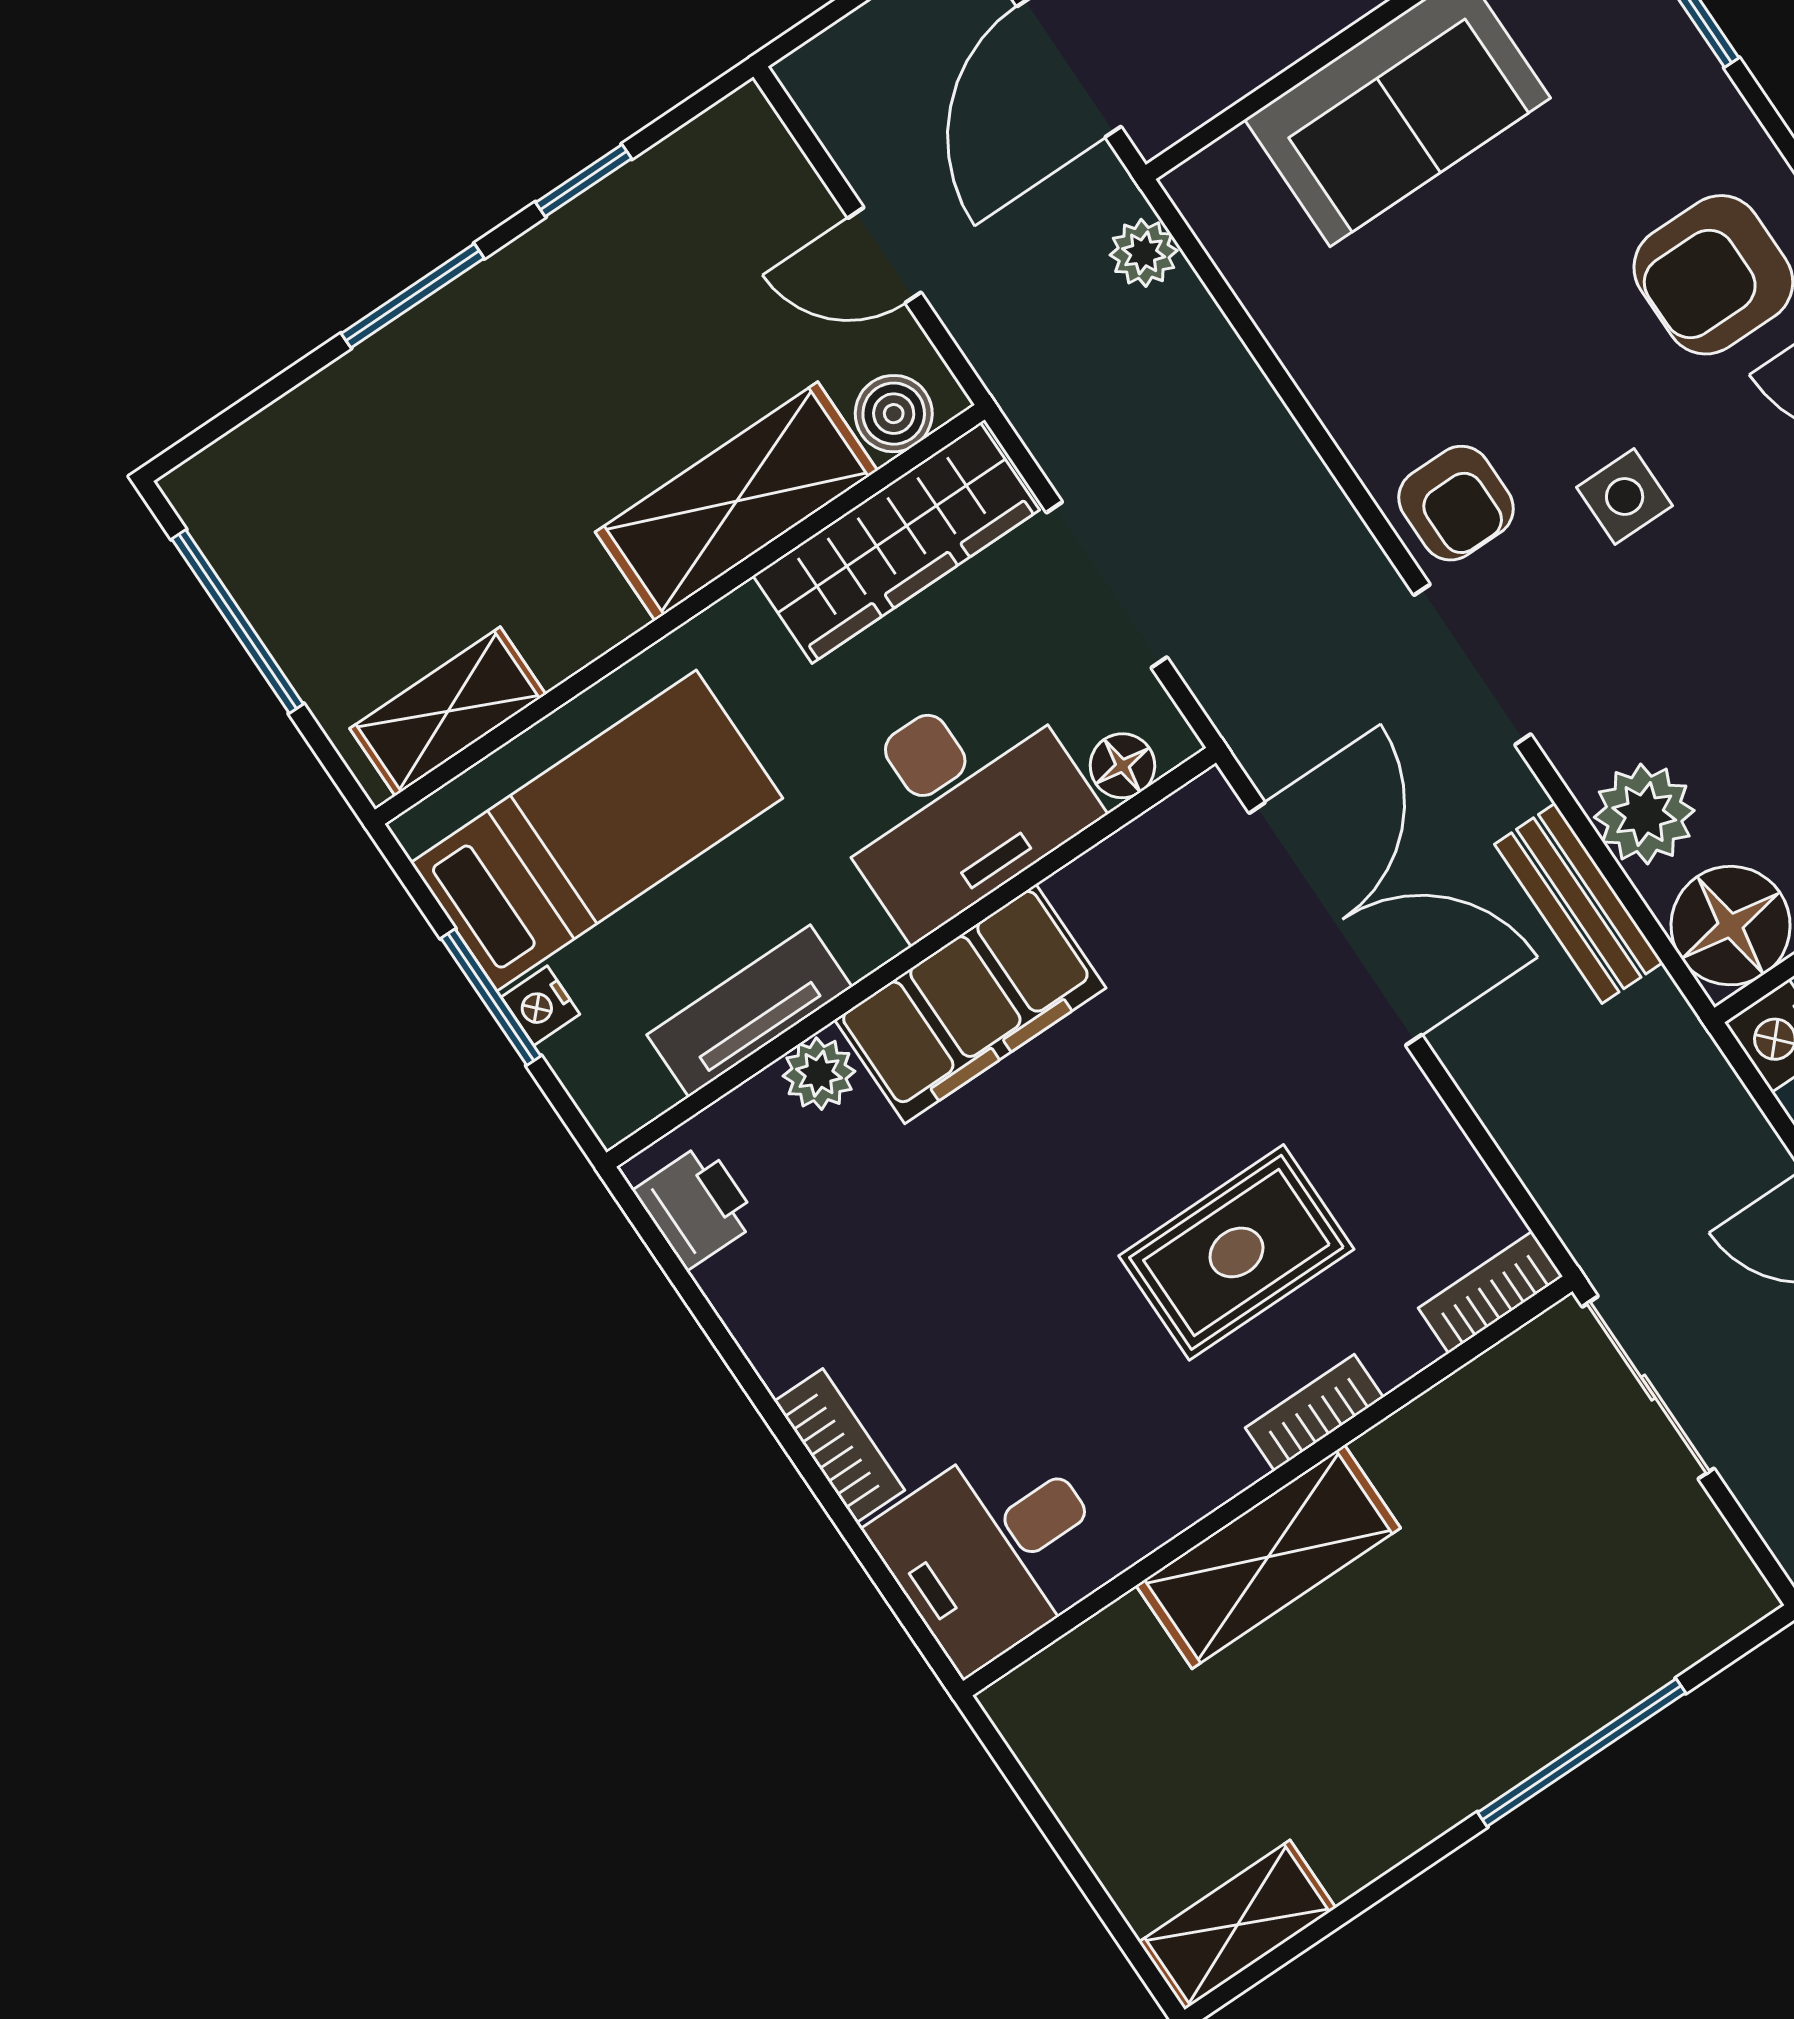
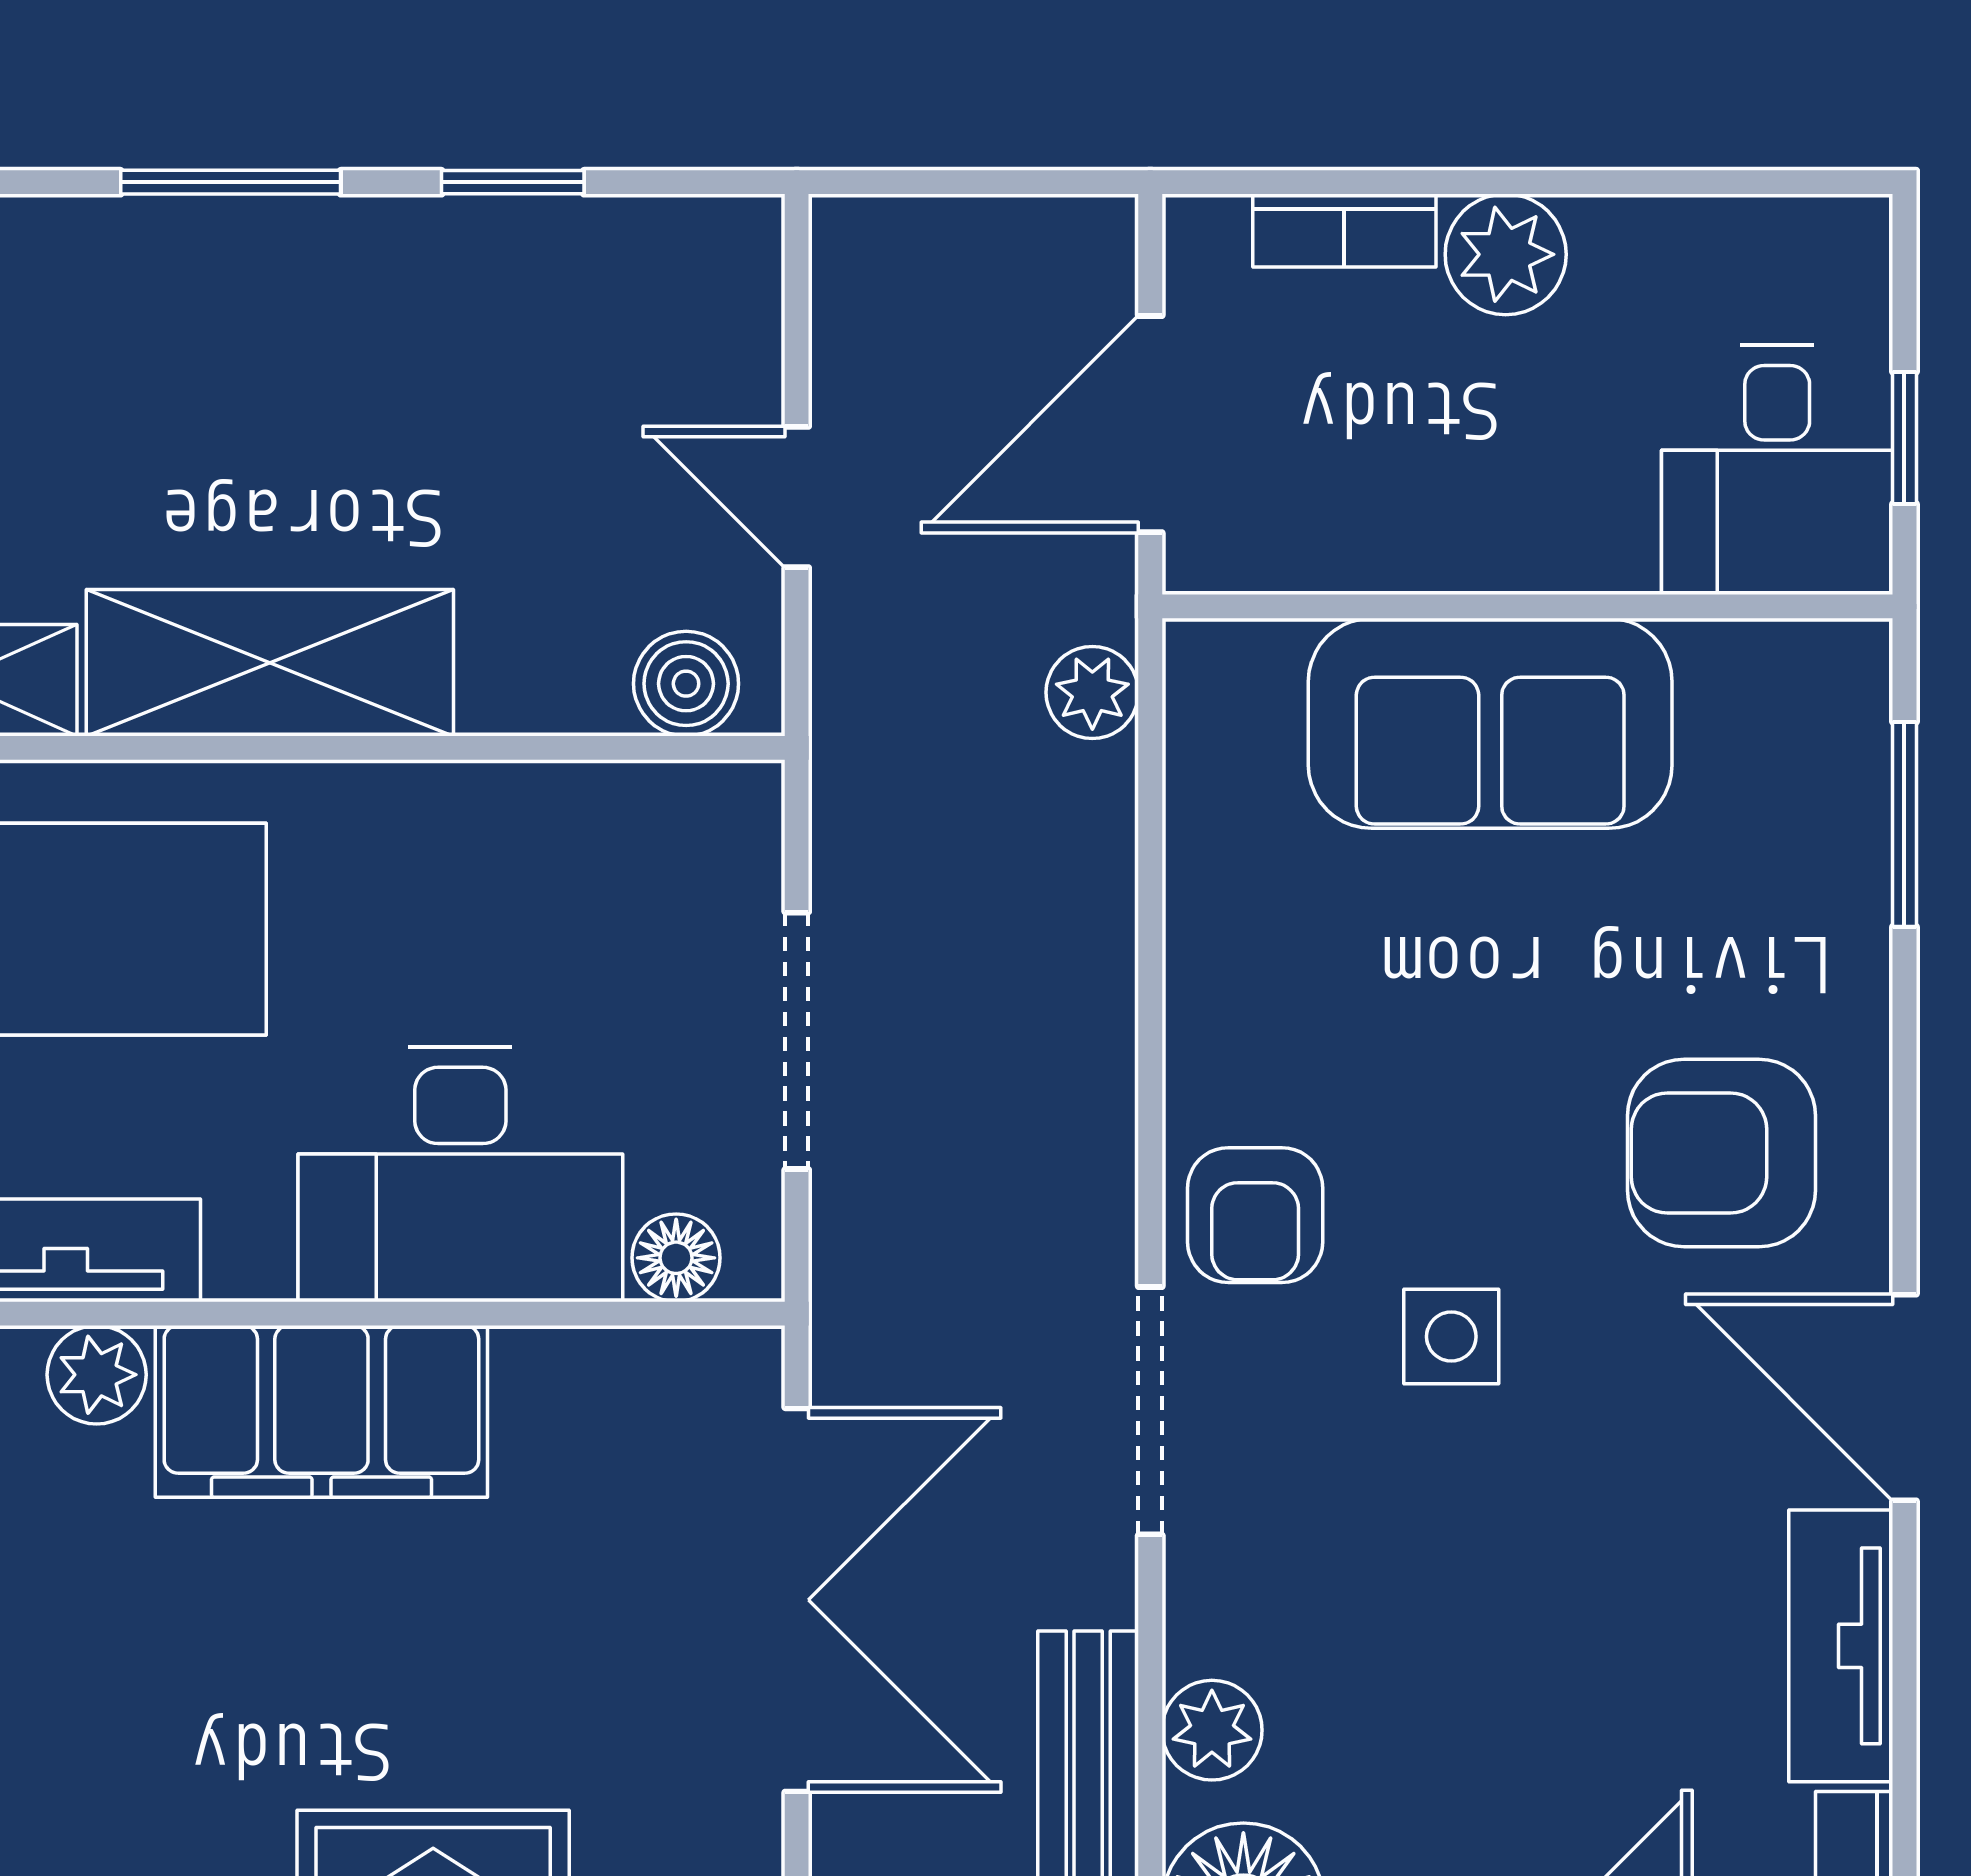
shelving: (736, 501) -> (270, 663), moved
wardrobe: (896, 543) -> (590, 832), removed
plant: (1644, 814) -> (1212, 1730), width x0.73, depth x0.73

